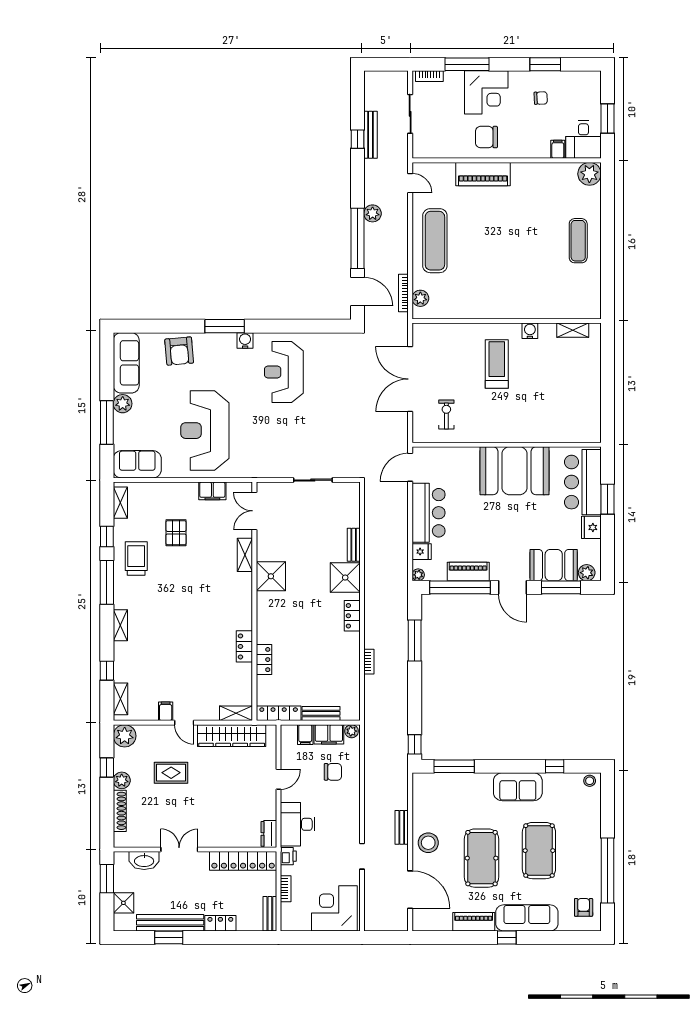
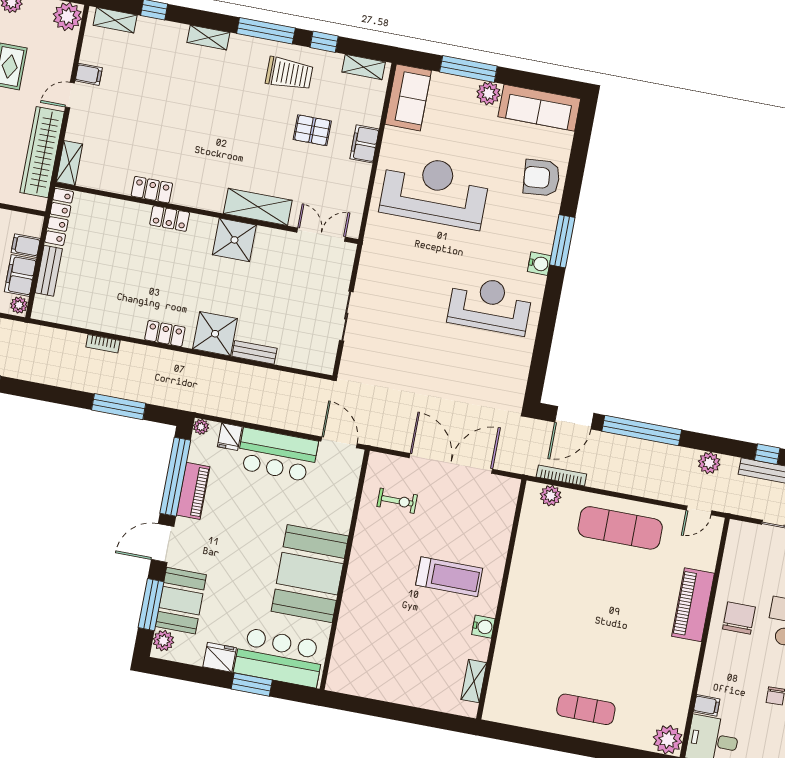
plant: (373, 213) -> (709, 463), moved
filing cabinet: (212, 491) -> (364, 144), moved
shelving: (245, 555) -> (258, 207), width x1.50, depth x1.33
locker: (264, 660) -> (170, 219), moved

